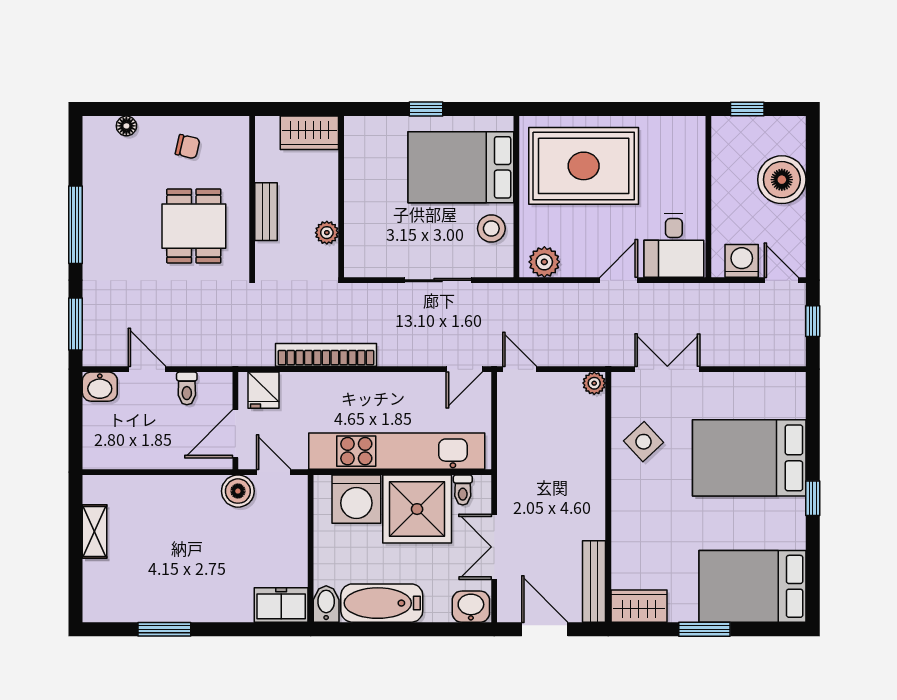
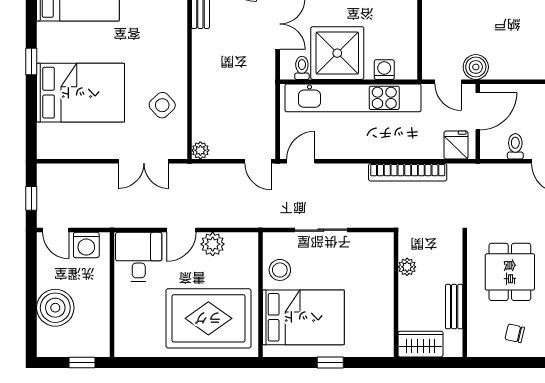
bench: (266, 212) -> (454, 307), moved
plant: (544, 262) -> (213, 244), moved
washing machine: (356, 499) -> (384, 70), width x0.53, depth x0.53

